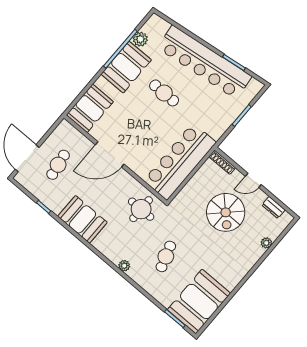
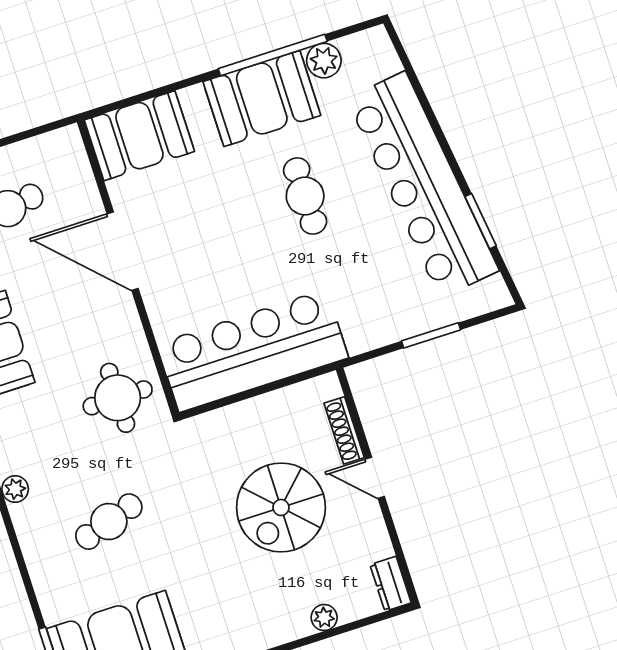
shoe rack: (222, 162) -> (344, 430), moved
dresser: (273, 207) -> (391, 584), moved

